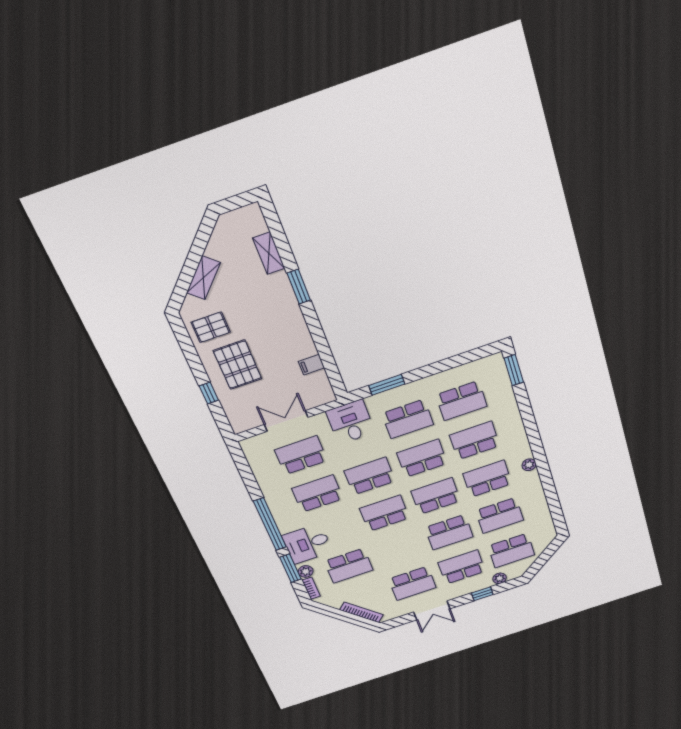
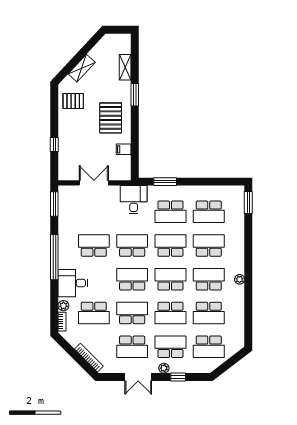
pallet: (238, 365) -> (111, 118), moved
school desk: (301, 455) -> (132, 313), moved
window: (290, 568) -> (54, 204), moved
plant: (500, 578) -> (164, 368), moved

